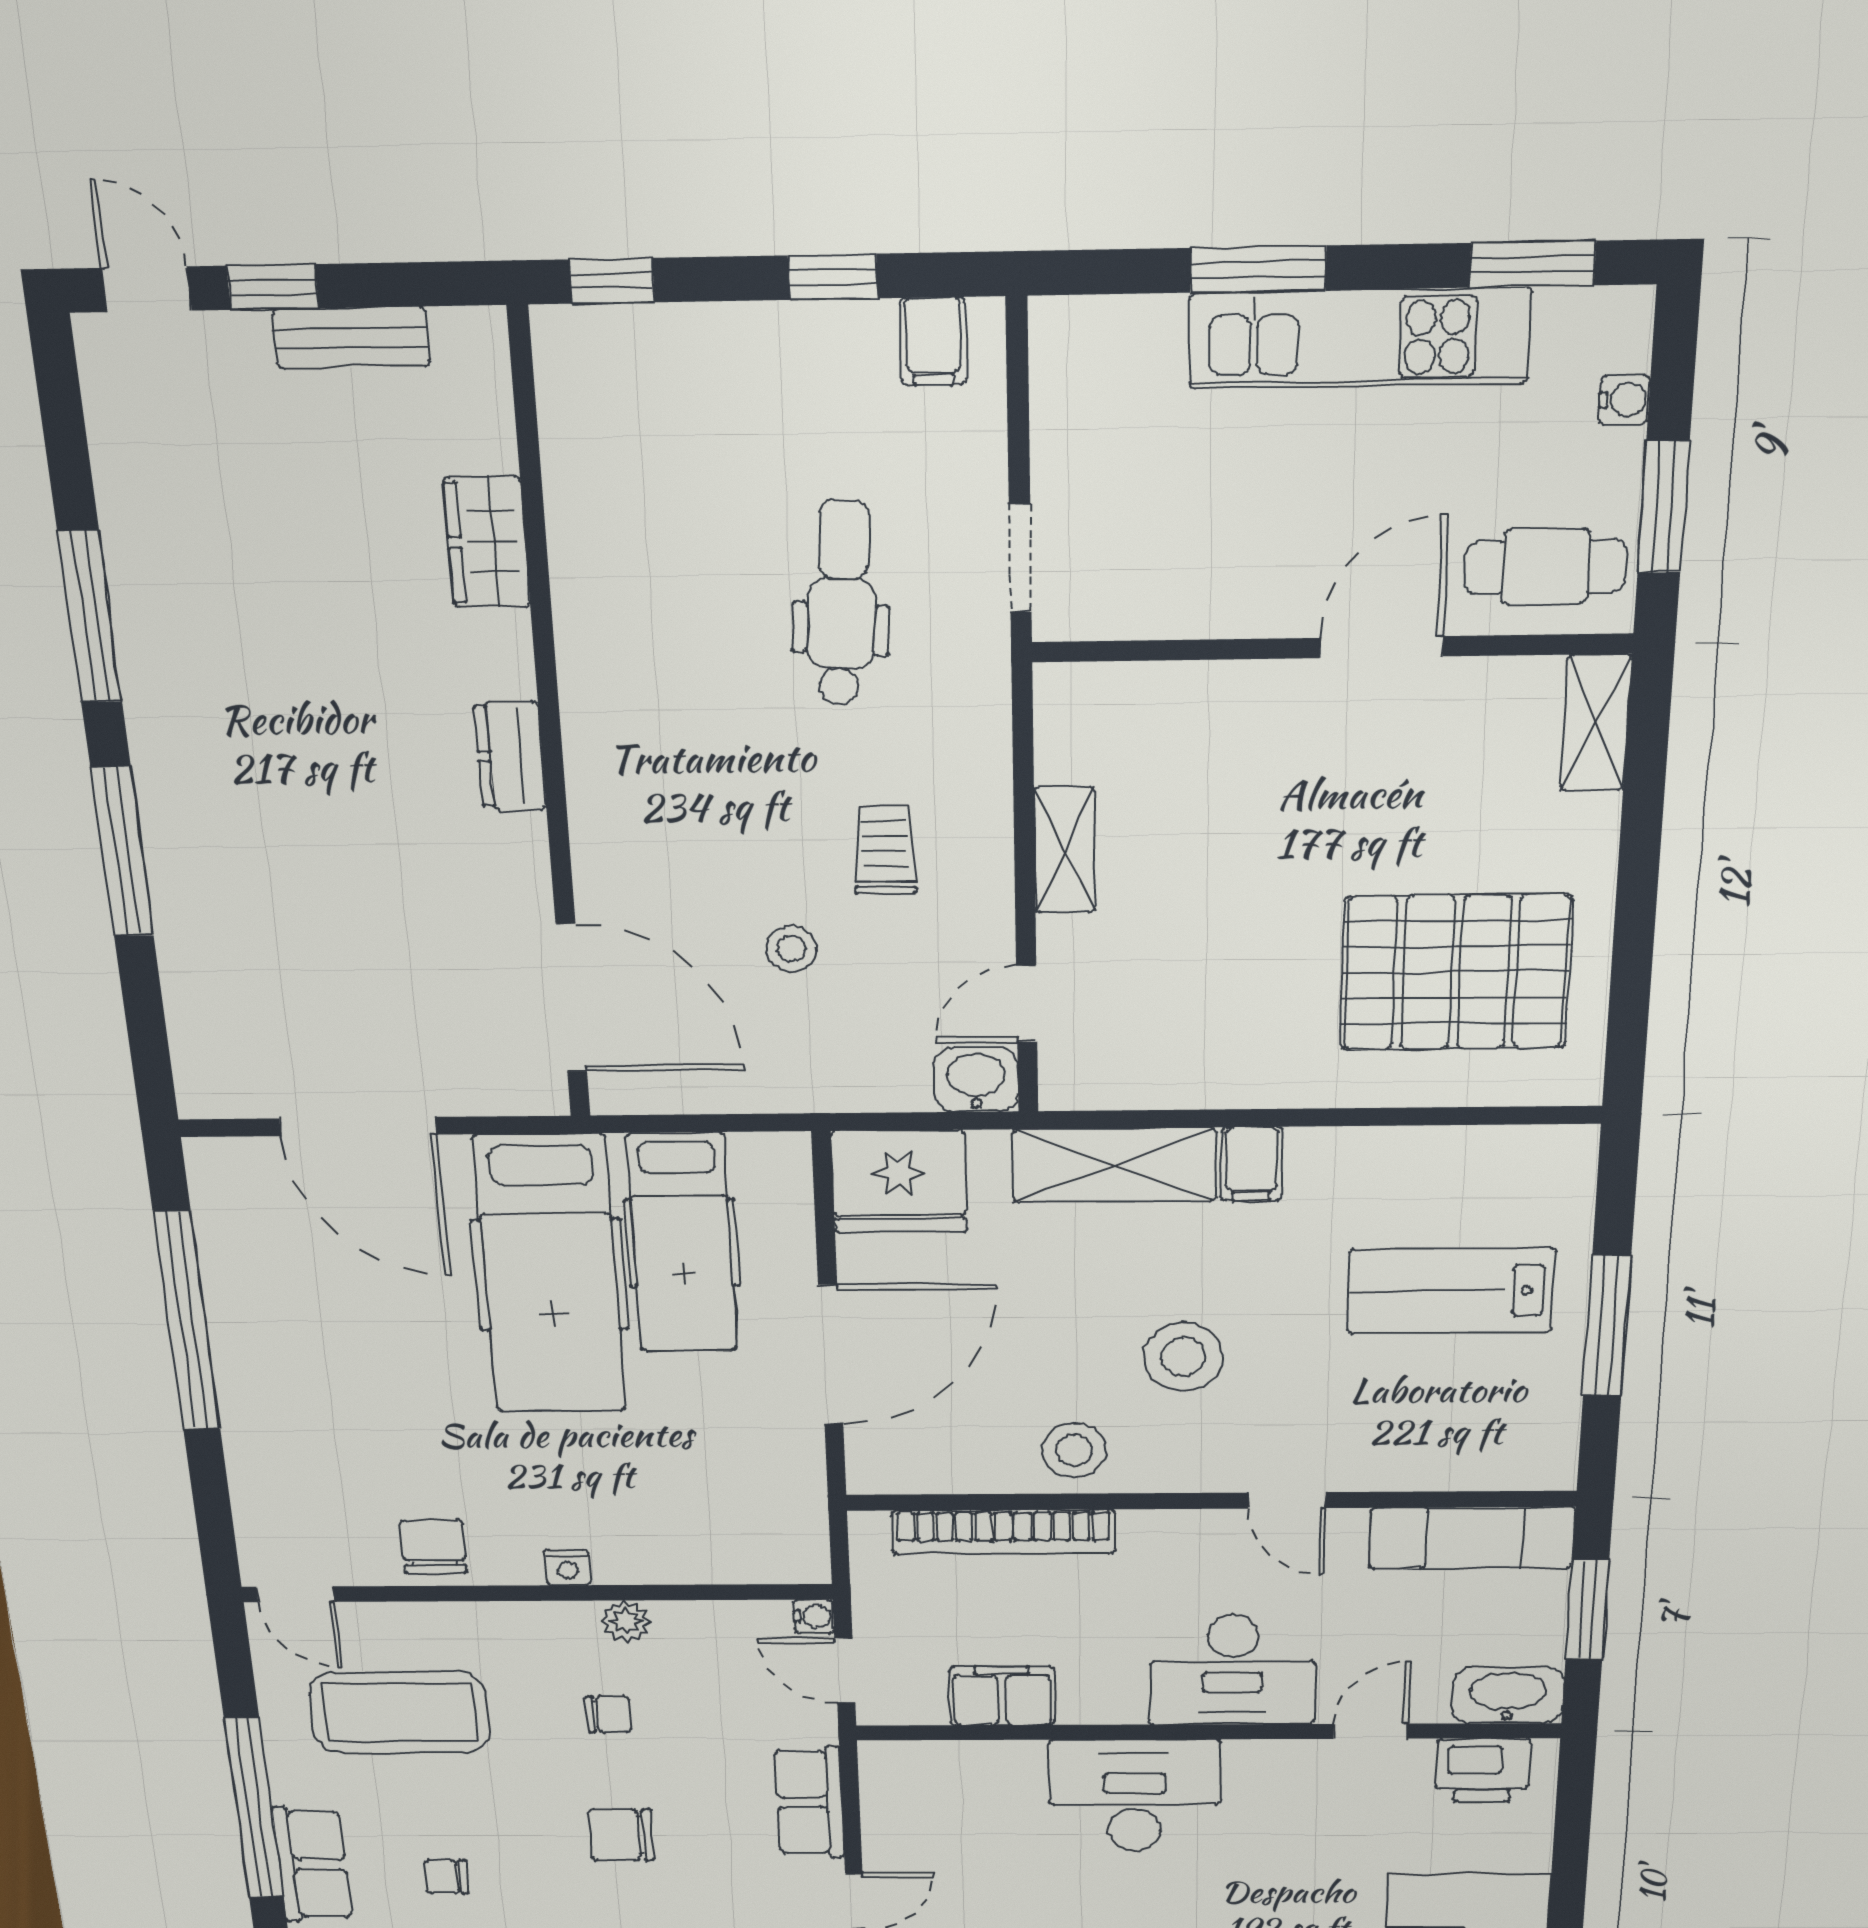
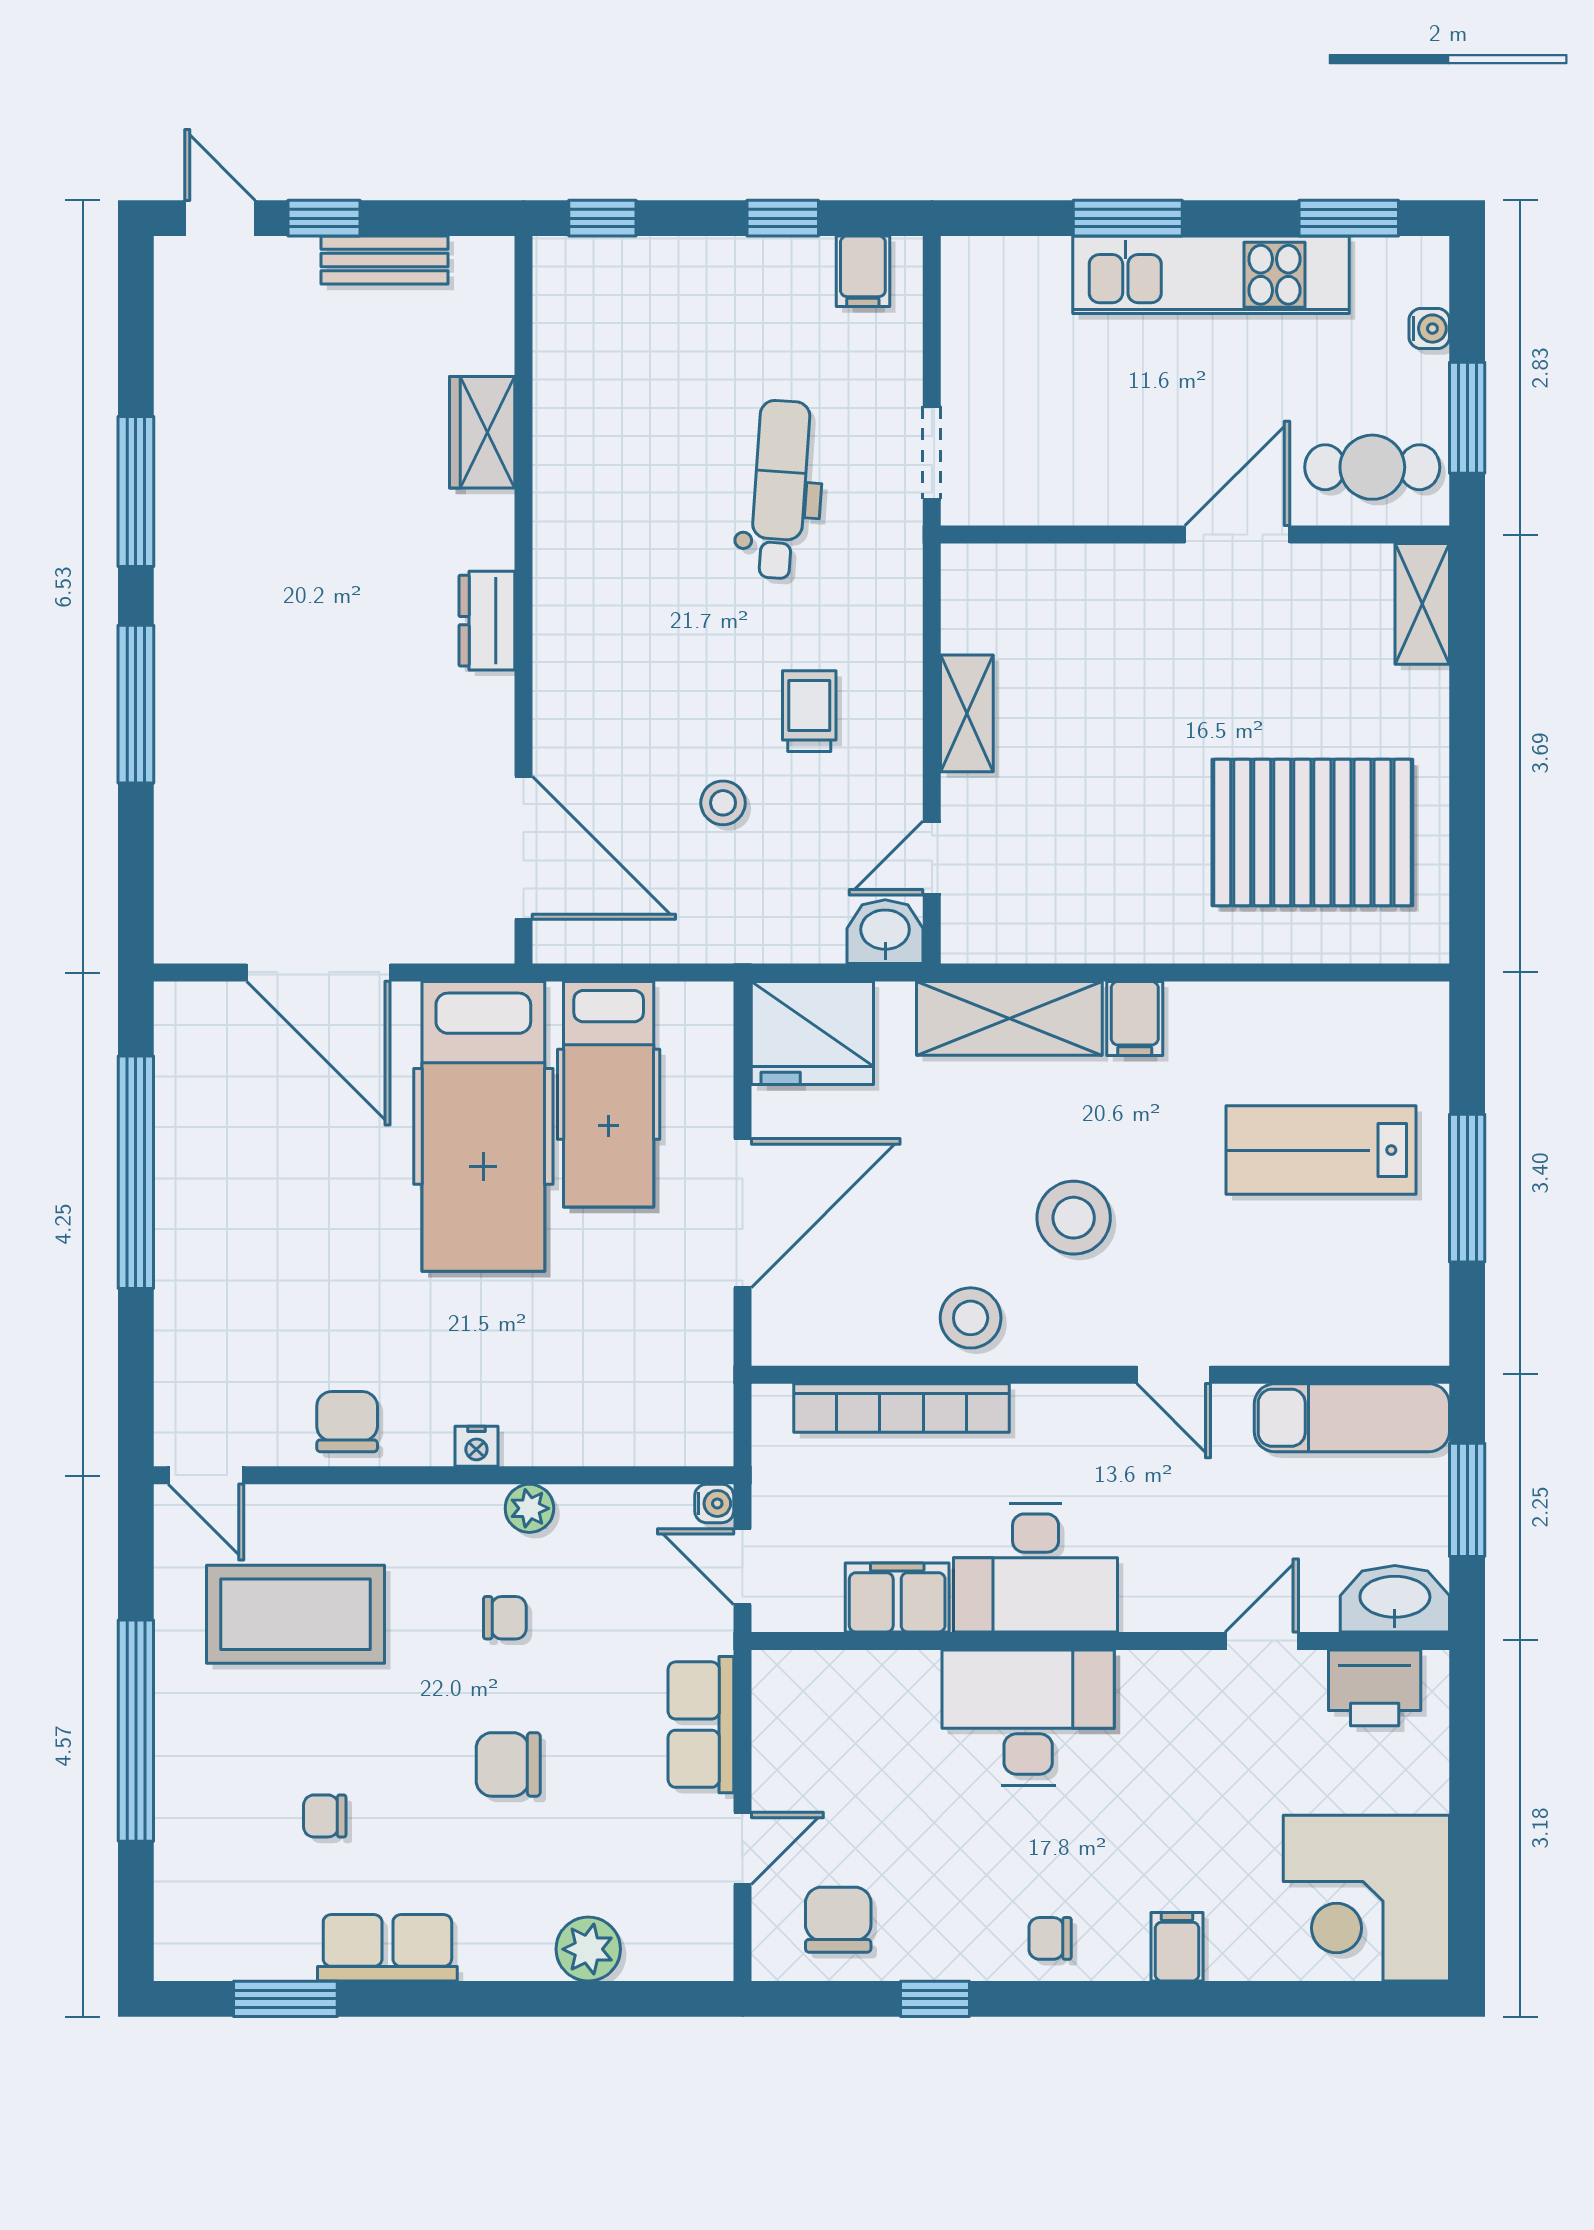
desk: (1233, 1670) -> (1036, 1568), moved
row of seats: (312, 1865) -> (188, 1801), removed

